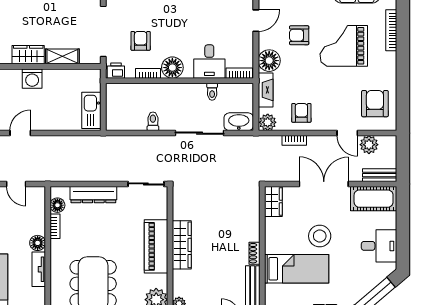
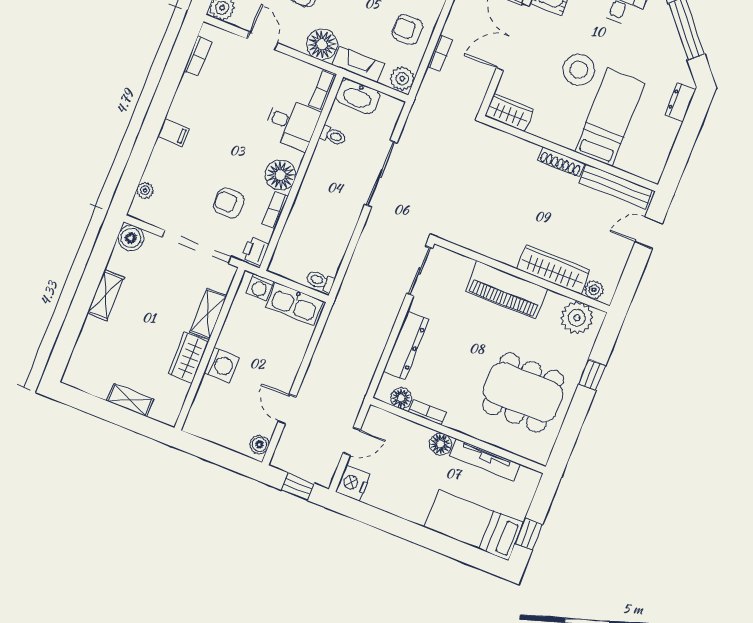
washing machine: (93, 83) -> (260, 287), added
toilet: (153, 121) -> (320, 281), moved
washbasin: (239, 122) -> (358, 96), moved, turned -90
wardrobe: (182, 245) -> (553, 269), moved
shoe rack: (254, 253) -> (561, 162), width x1.43
tv unit: (39, 269) -> (485, 460), width x1.41

